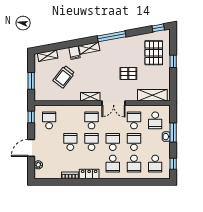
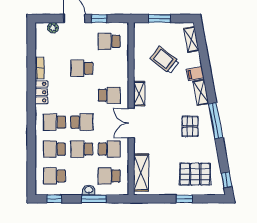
pallet: (128, 74) -> (190, 126), moved
window: (31, 117) -> (99, 19), moved
school desk: (49, 120) -> (109, 41), turned 180
school desk: (70, 142) -> (82, 68), turned 180
school desk: (92, 142) -> (82, 95), removed
school desk: (134, 142) -> (82, 149), turned 180

